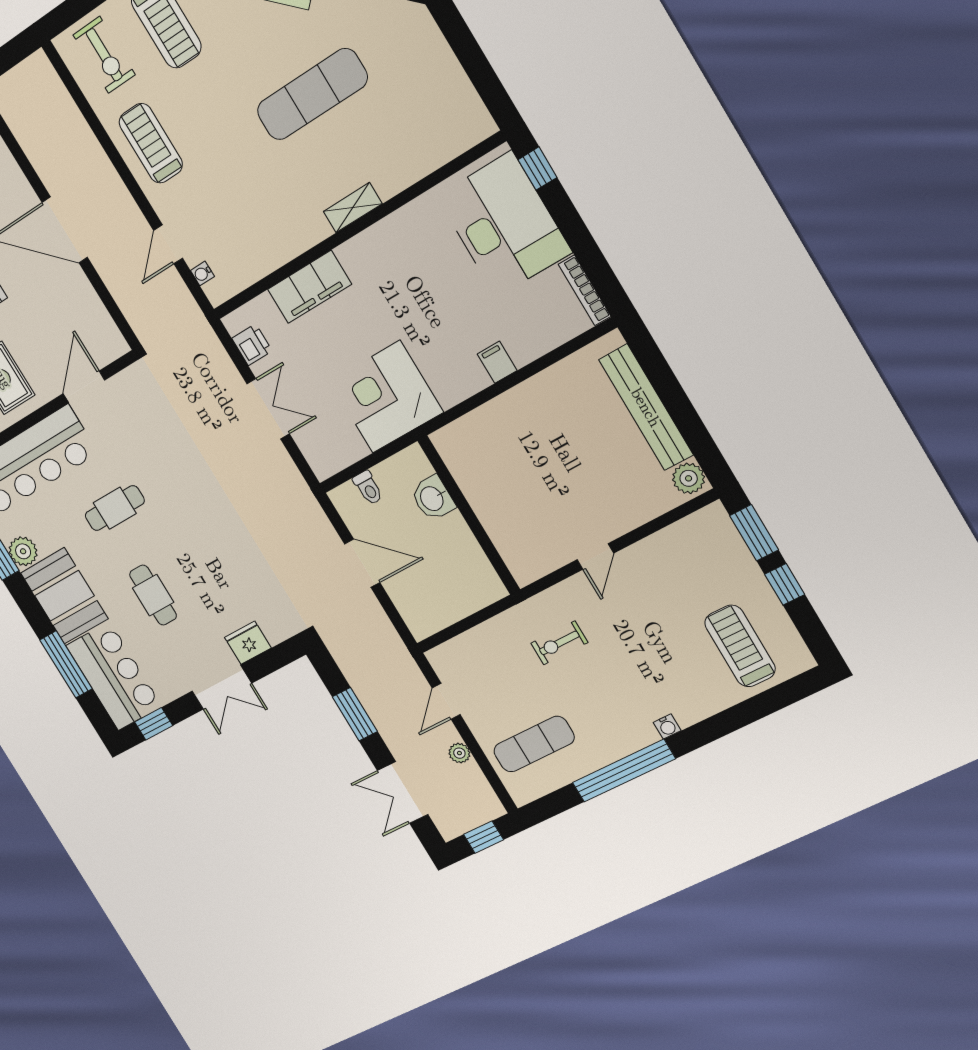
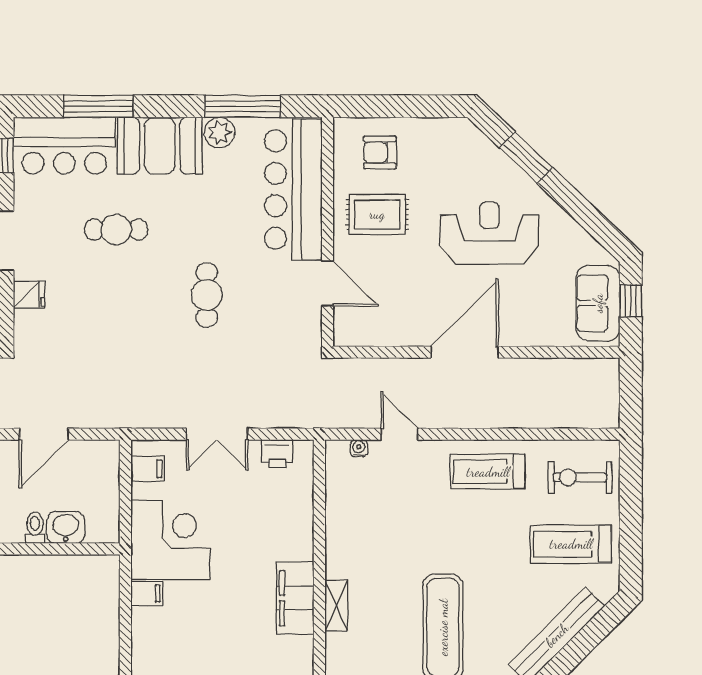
treadmill: (151, 143) -> (488, 472), turned 180
filing cabinet: (310, 287) -> (295, 598), moved
filing cabinet: (497, 362) -> (147, 593), moved
filing cabinet: (336, 454) -> (148, 469), added
toilet: (368, 488) -> (35, 528), moved, turned 90
cafe table: (115, 508) -> (207, 295), moved
fridge: (248, 643) -> (29, 295), width x0.72

